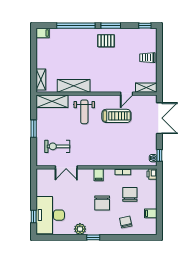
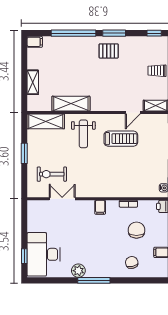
shelving: (41, 79) -> (33, 82), moved
double door: (66, 167) -> (62, 199), swing flipped
chair: (102, 203) -> (104, 240), removed
window: (93, 237) -> (94, 280), width x2.17

